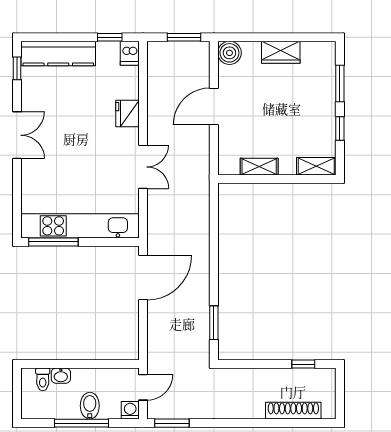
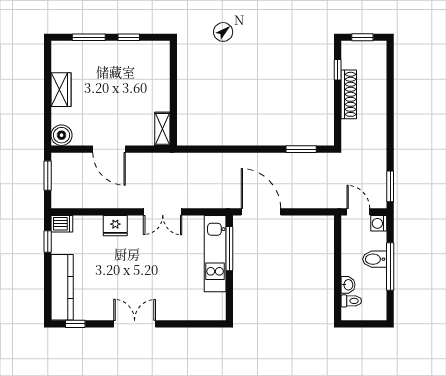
shelving: (316, 166) -> (162, 58), removed
double door: (143, 167) -> (163, 212), swing flipped
shelving: (259, 167) -> (162, 129), moved
kitchen unit: (80, 226) -> (215, 254), width x0.73
window: (53, 242) -> (229, 249), moved
window: (340, 392) -> (362, 37), added
shoe rack: (293, 411) -> (349, 94), moved, turned 180

